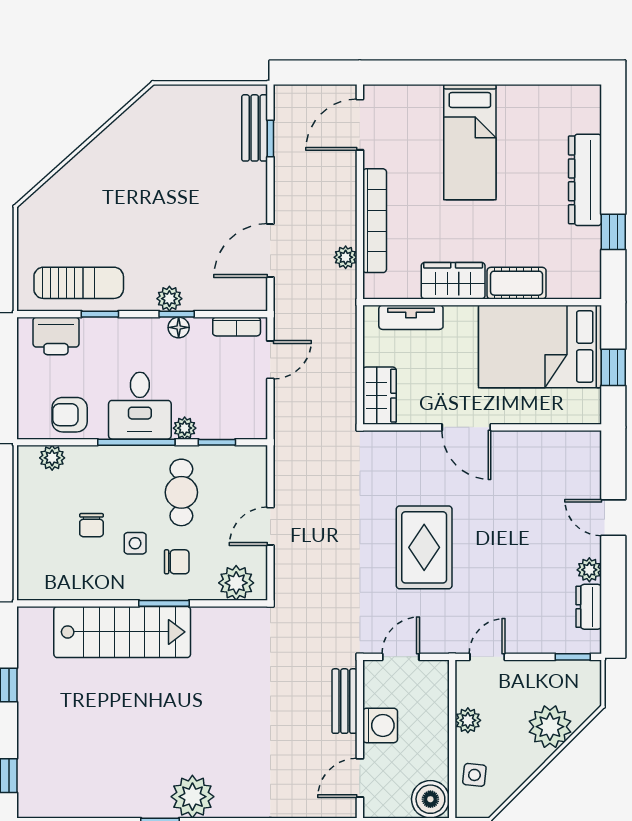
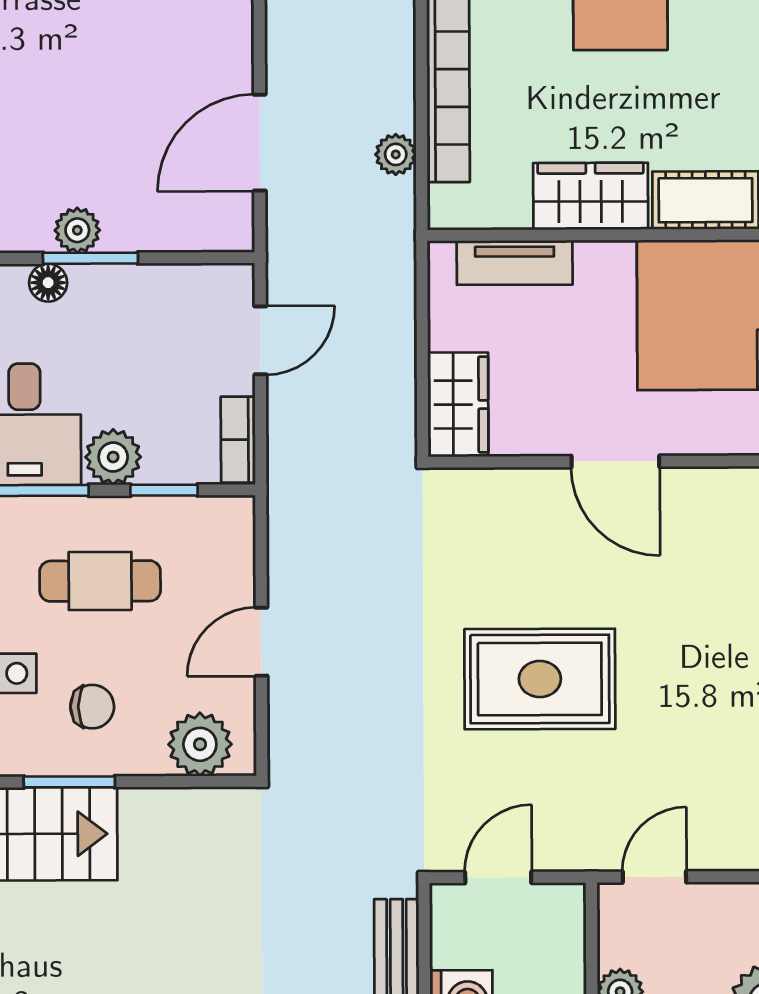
window: (177, 314) -> (90, 258), width x1.50
floor lamp: (179, 327) -> (48, 283), moved
bookcase: (237, 327) -> (238, 440), moved, turned 90
plant: (185, 428) -> (113, 457), width x1.38, depth x1.38
cafe table: (181, 492) -> (100, 581), turned 90
rug: (424, 547) -> (540, 679), turned 90

